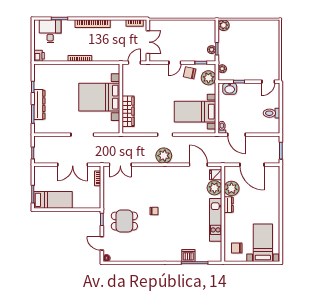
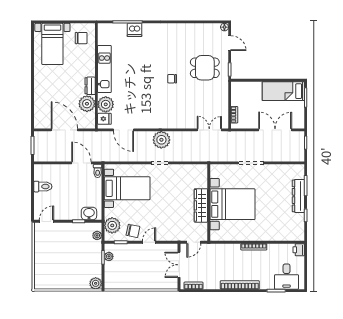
wardrobe: (128, 111) -> (201, 205), moved
double door: (73, 165) -> (275, 130), moved

